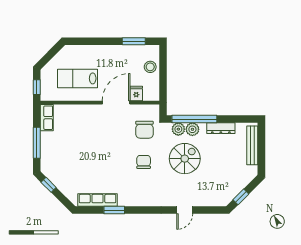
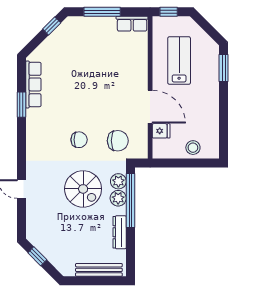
window: (134, 41) -> (224, 68), moved
chair: (144, 130) -> (118, 141), turned 180

